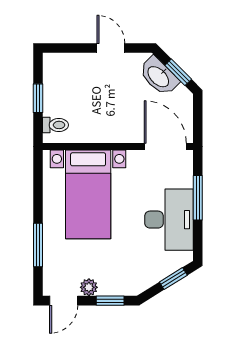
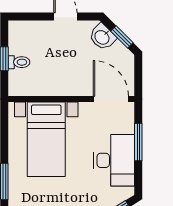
washbasin: (159, 76) -> (102, 37), width x0.72
toilet: (55, 125) -> (19, 62), moved

